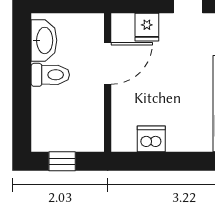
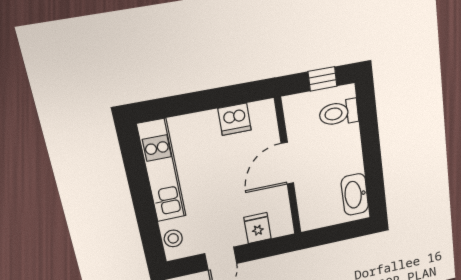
door: (108, 63) -> (287, 163), moved
toilet: (50, 75) -> (339, 113), moved

